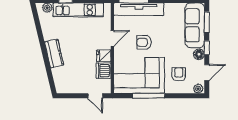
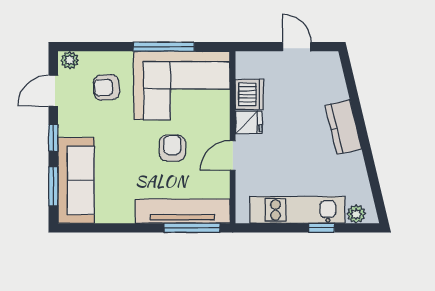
armchair: (144, 42) -> (172, 148), turned -90
floor lamp: (199, 54) -> (68, 125), removed
armchair: (179, 74) -> (106, 87), turned 86
door: (95, 96) -> (297, 47), moved

